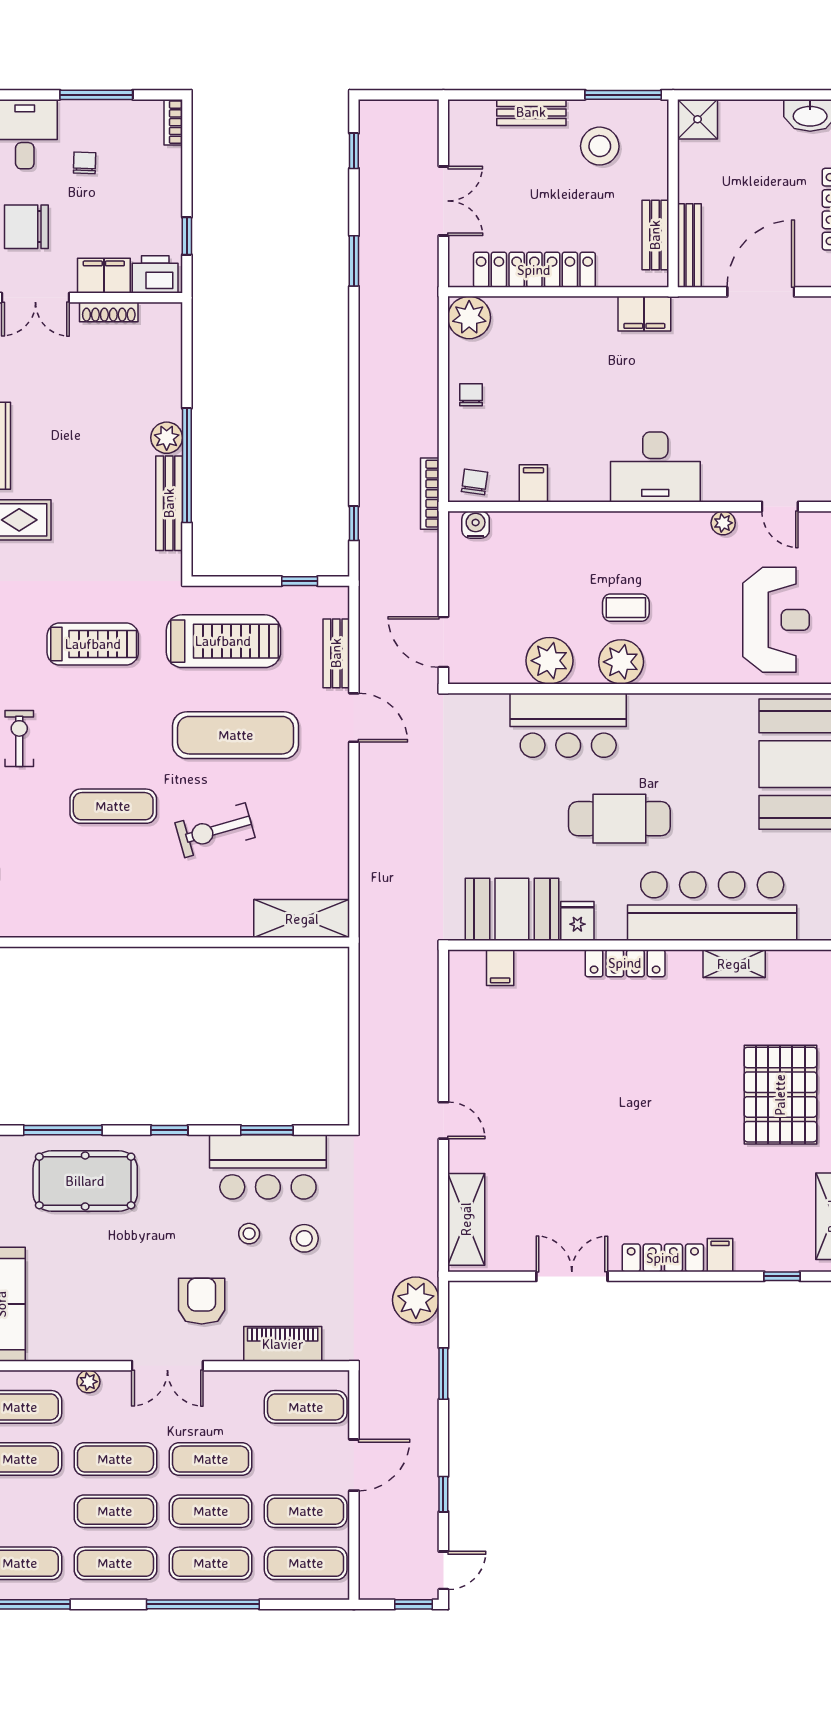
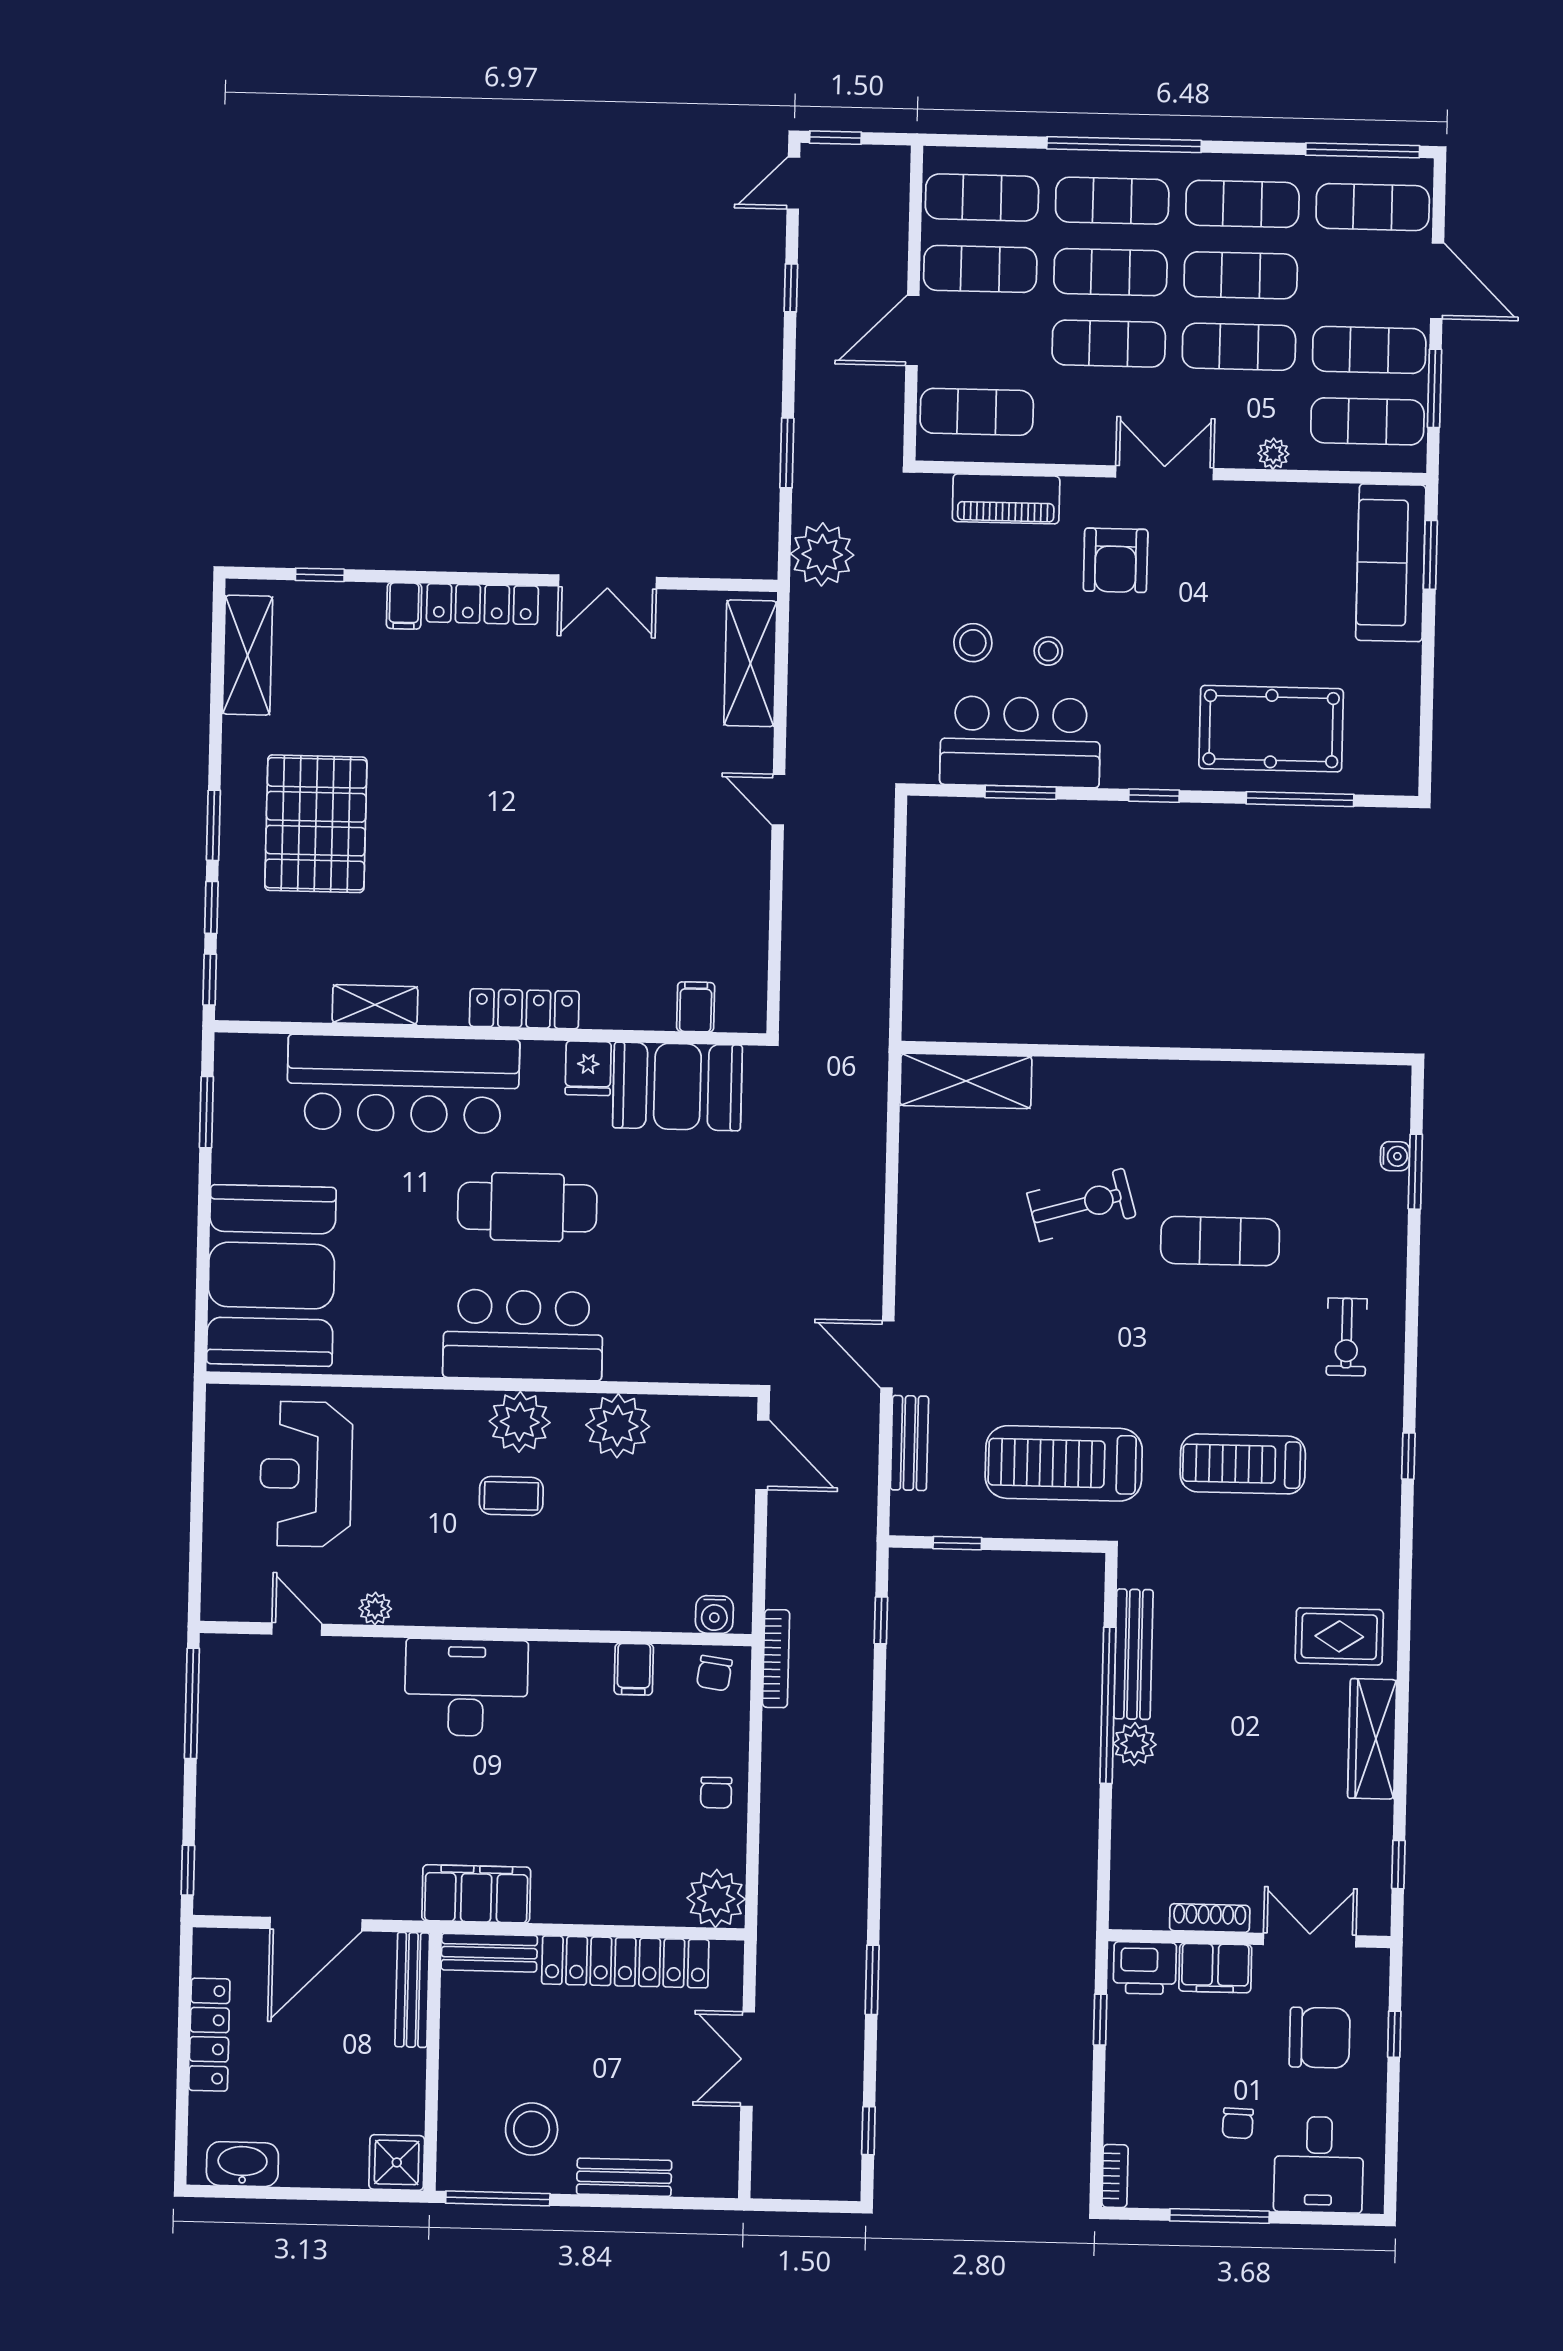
bench: (655, 235) -> (489, 1953), moved, turned 90
filing cabinet: (644, 314) -> (476, 1894), width x1.50, depth x1.17
bar counter: (568, 725) -> (523, 1335), moved
exercise mat: (236, 735) -> (1050, 1334), removed

